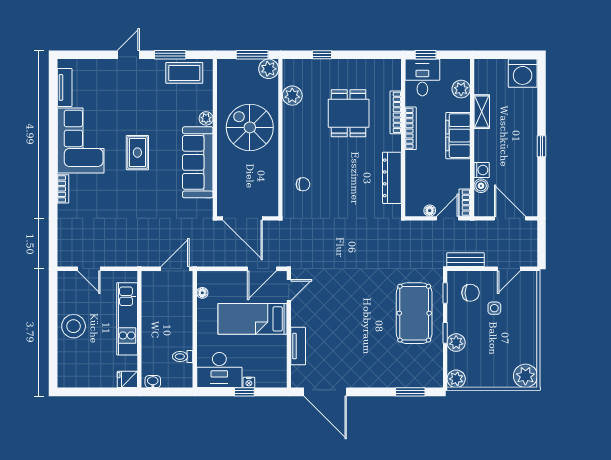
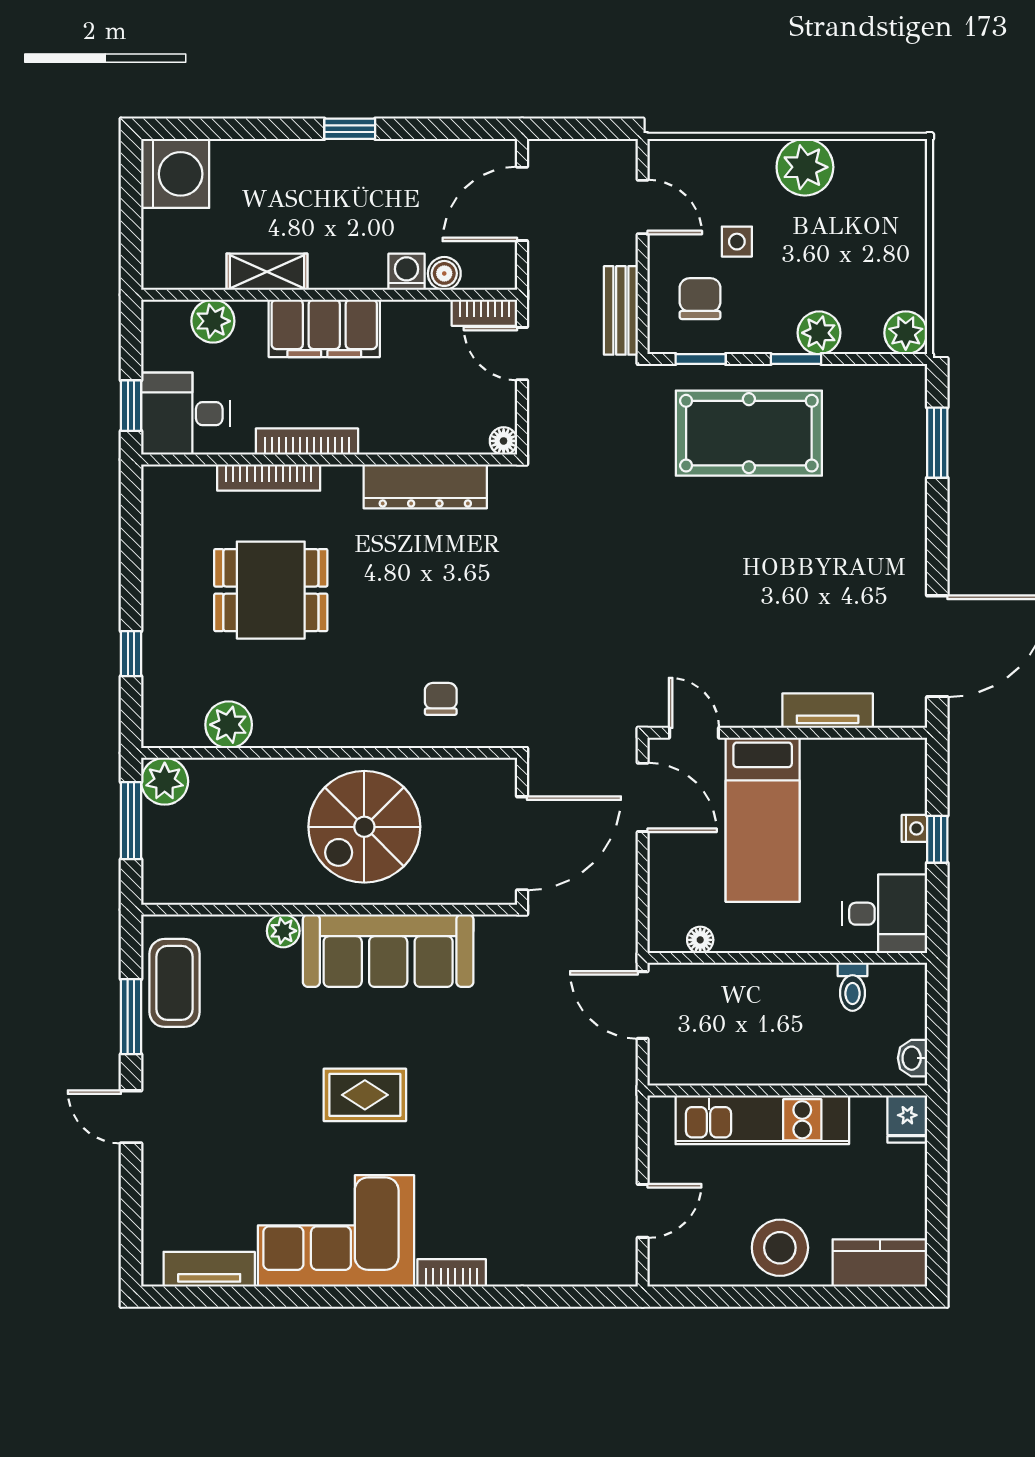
spiral stairs: (250, 127) -> (364, 827), moved
floor lamp: (430, 211) -> (504, 441), moved
kitchen counter: (67, 368) -> (880, 1263), added
desk: (219, 370) -> (885, 914), width x0.73
plant: (525, 376) -> (805, 167), moved

